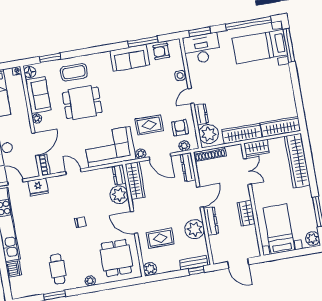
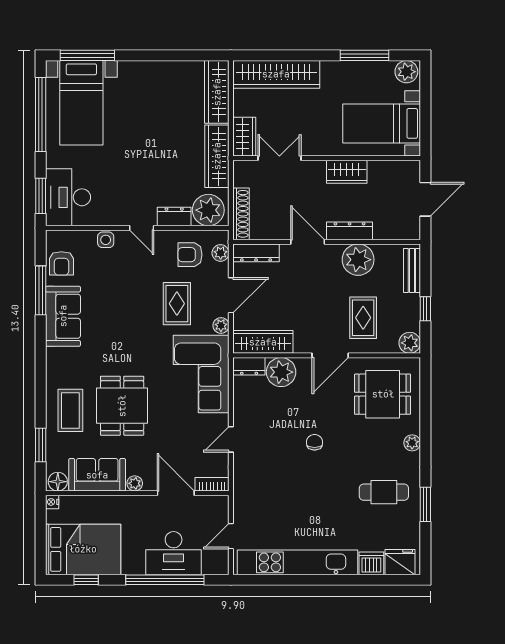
fridge: (38, 187) -> (400, 562), moved, turned -90
window: (196, 270) -> (425, 309), moved

